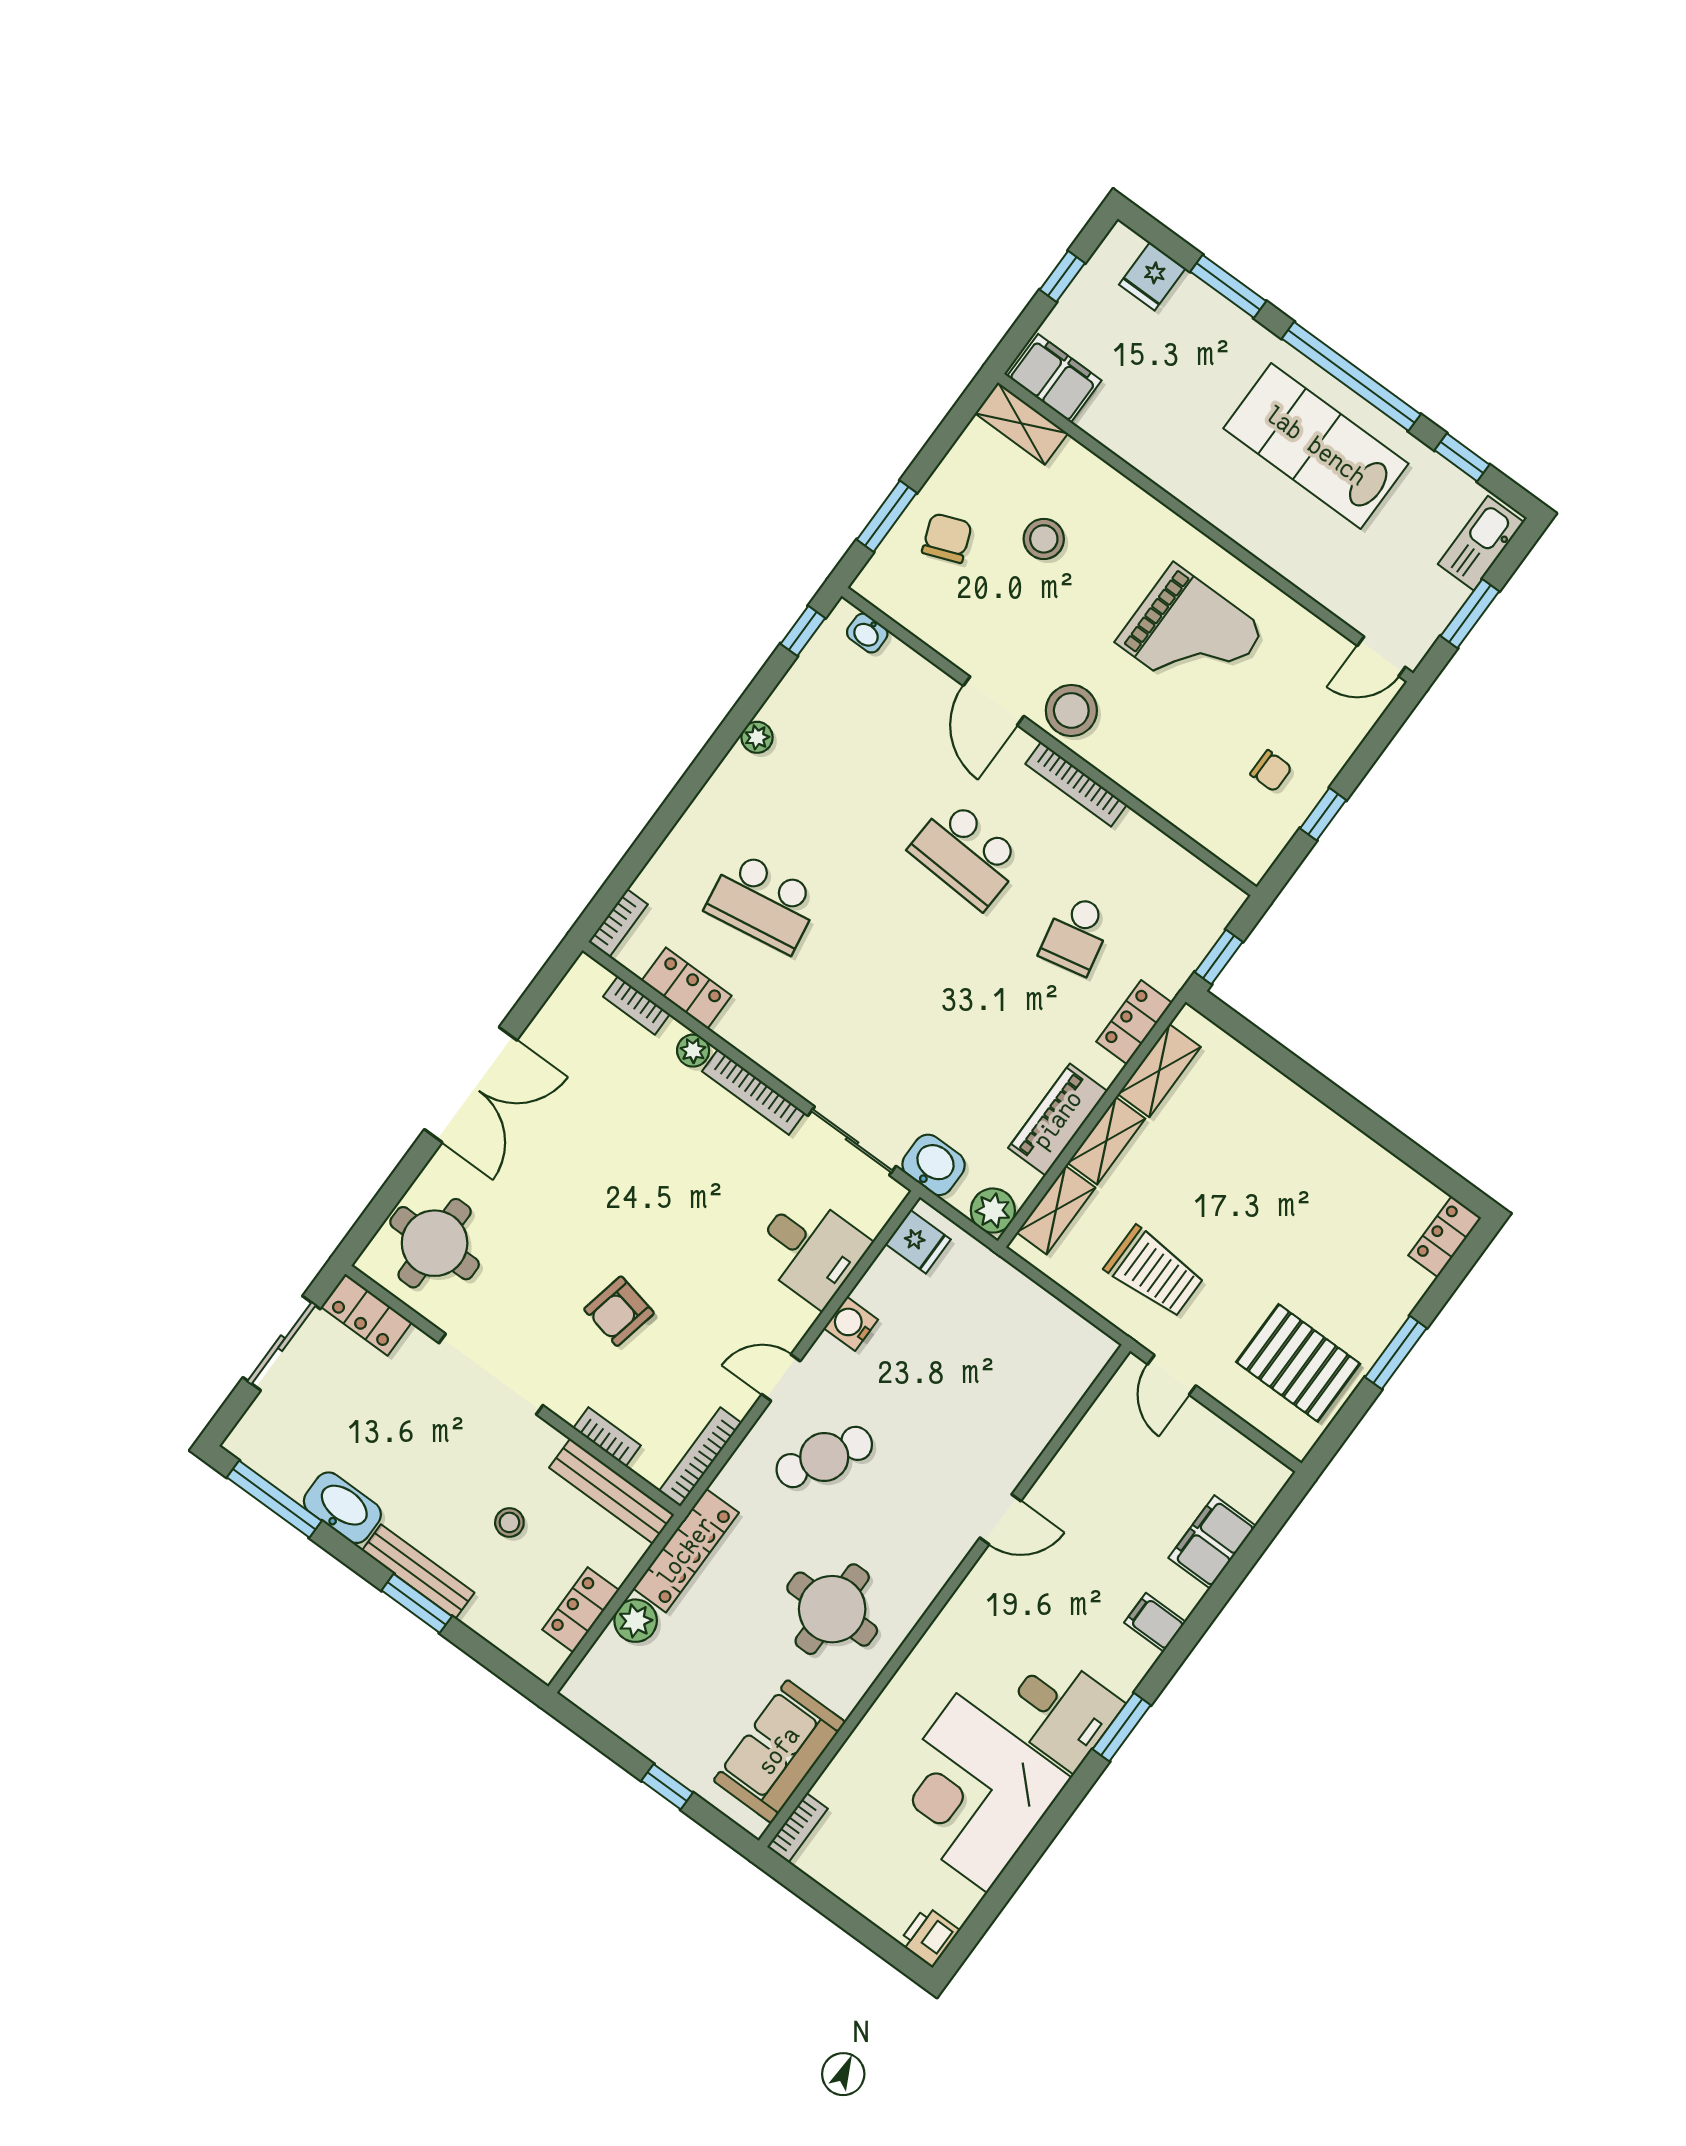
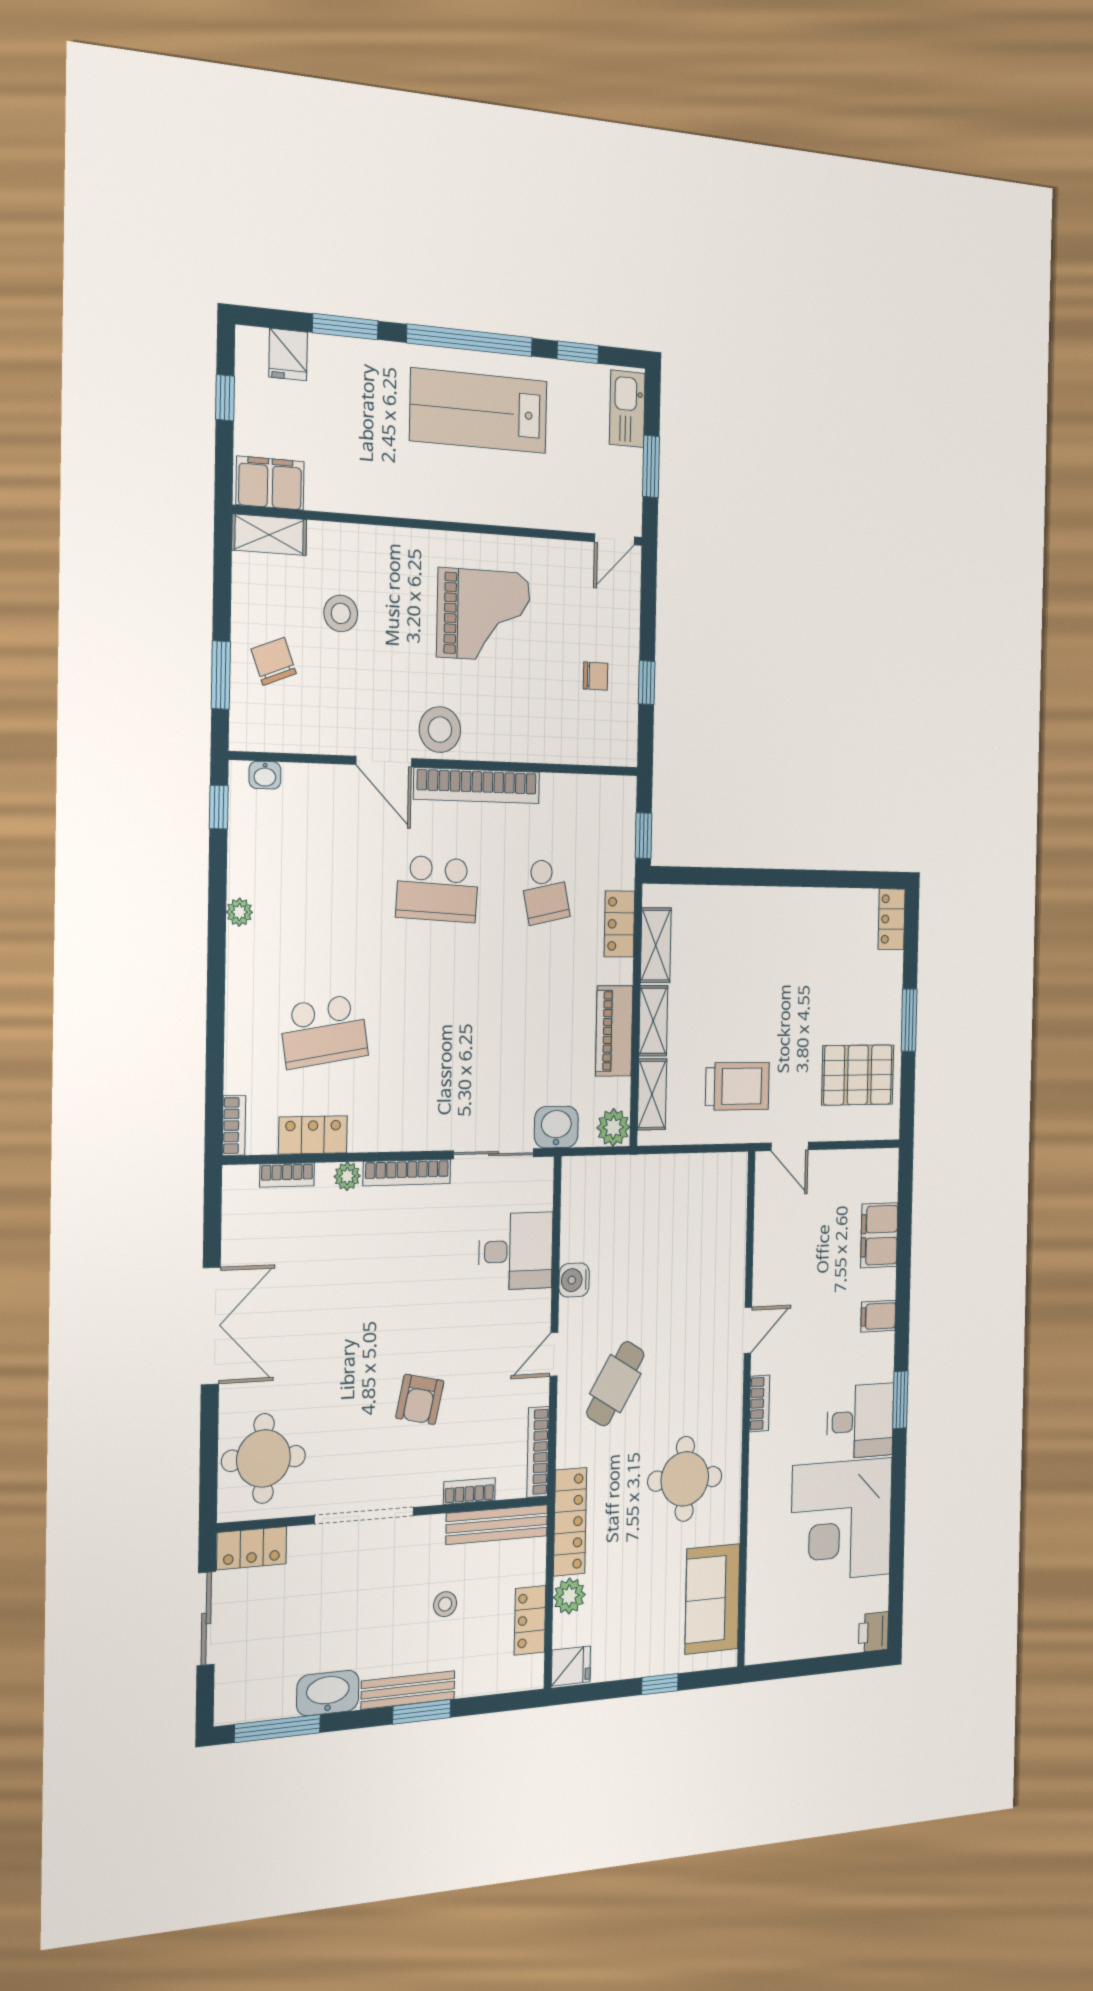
bookcase: (1076, 784) -> (477, 786), width x1.48, depth x1.31
fridge: (918, 1242) -> (571, 1666), moved
bookcase: (797, 1828) -> (759, 1403), moved

